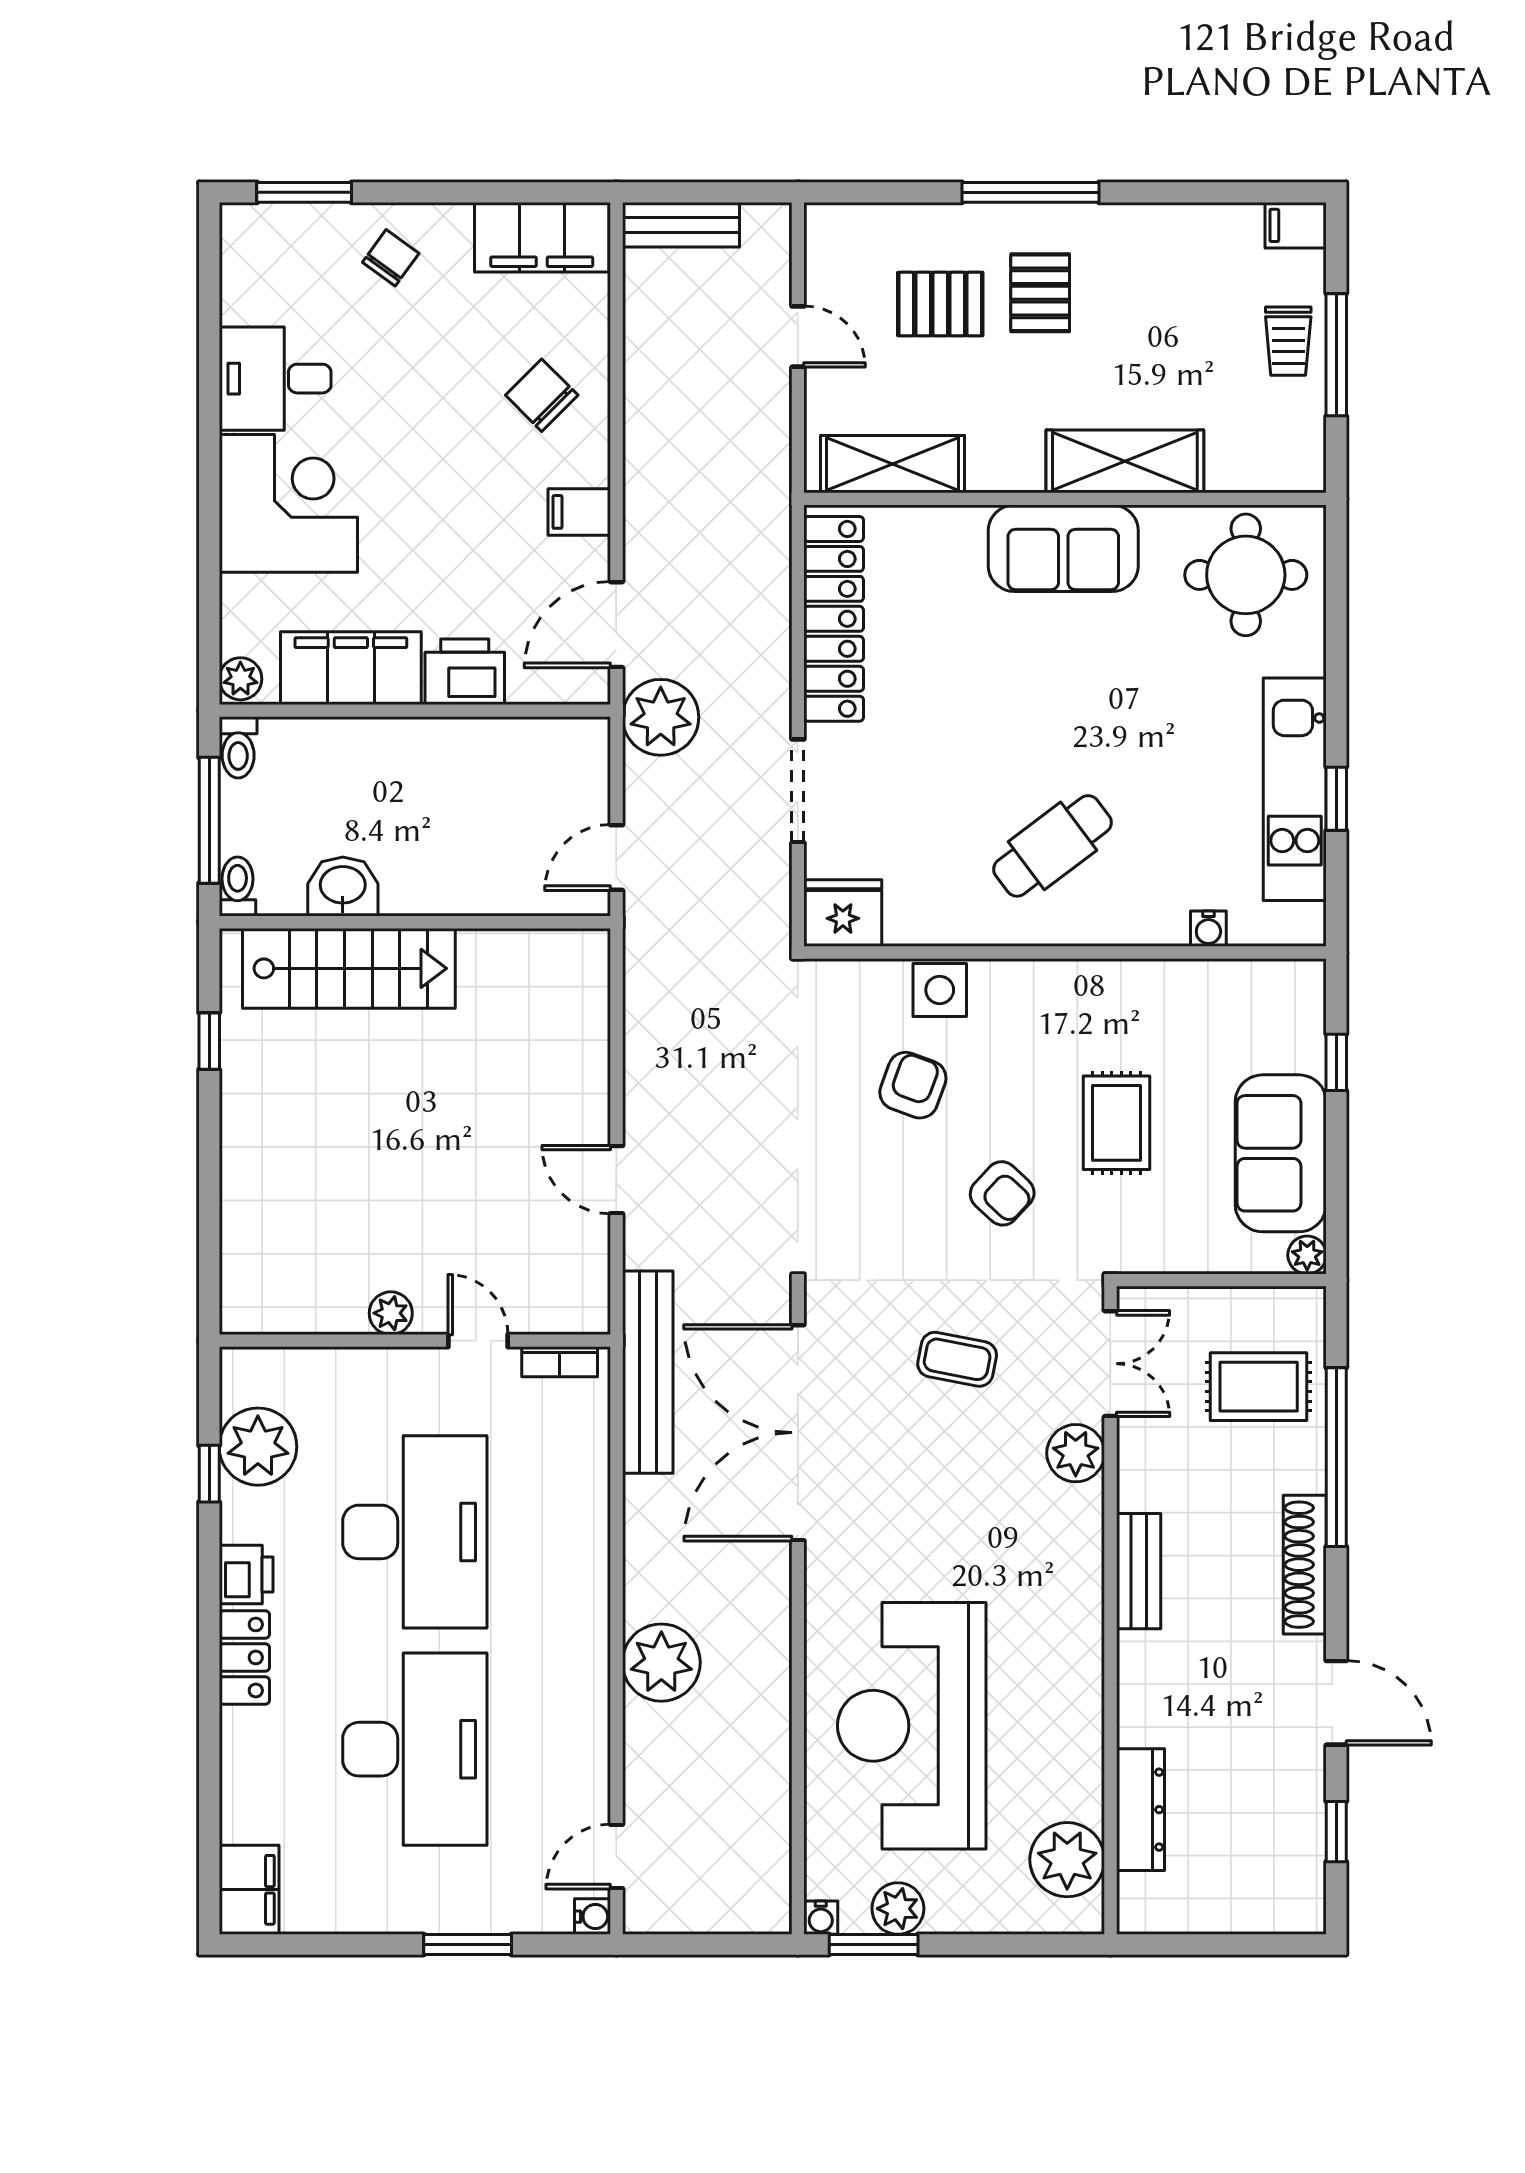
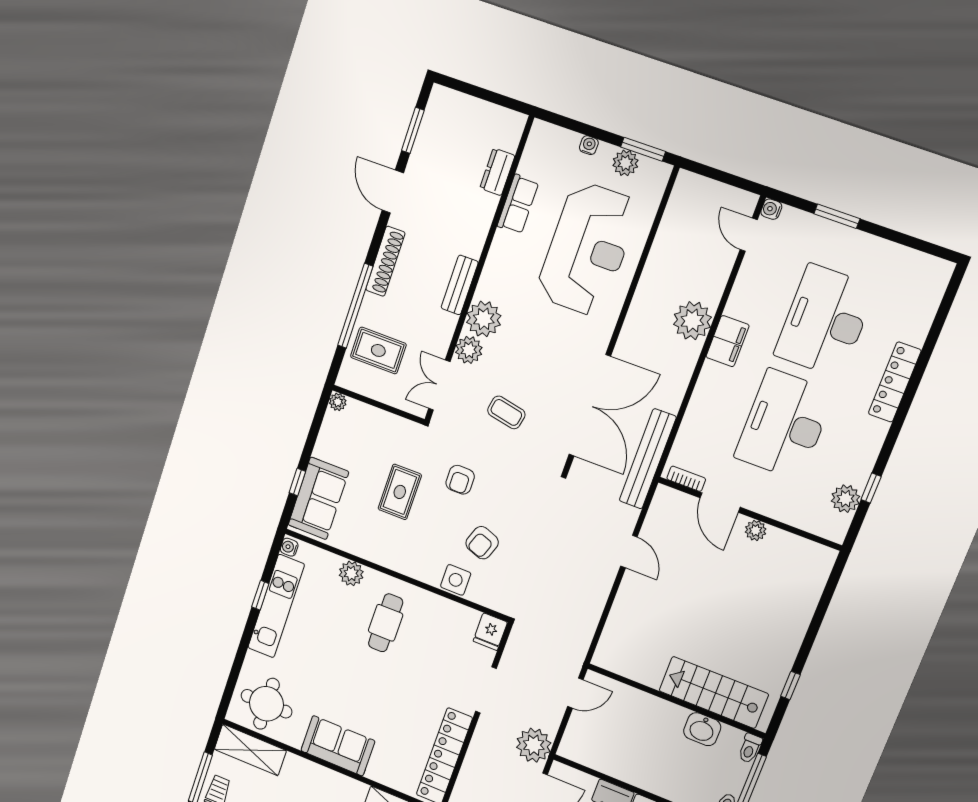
shelving: (1125, 461) -> (250, 750), moved
cafe table: (1052, 846) -> (386, 623), turned -53
fridge: (843, 913) -> (490, 632), width x0.72
plant: (1159, 919) -> (351, 573), added
water cooler: (1208, 929) -> (289, 547), moved, turned -90
sofa: (1281, 1153) -> (318, 498), moved
armchair: (1002, 1193) -> (460, 480), turned -133
door: (478, 1341) -> (720, 503), width x1.38
plant: (258, 1447) -> (846, 499), width x0.73, depth x0.73
printer: (246, 1575) -> (873, 434), removed
locker: (244, 1657) -> (895, 382), width x1.53
row of seats: (1078, 1763) -> (518, 204), added
dresser: (1140, 1810) -> (497, 172), width x0.70
window: (1336, 1832) -> (413, 130), width x1.50
door: (616, 1857) -> (749, 235), swing flipped
plant: (1067, 1860) -> (484, 319), moved
filing cabinet: (249, 1890) -> (728, 341), moved, turned 180
water cooler: (821, 1918) -> (589, 145), moved

